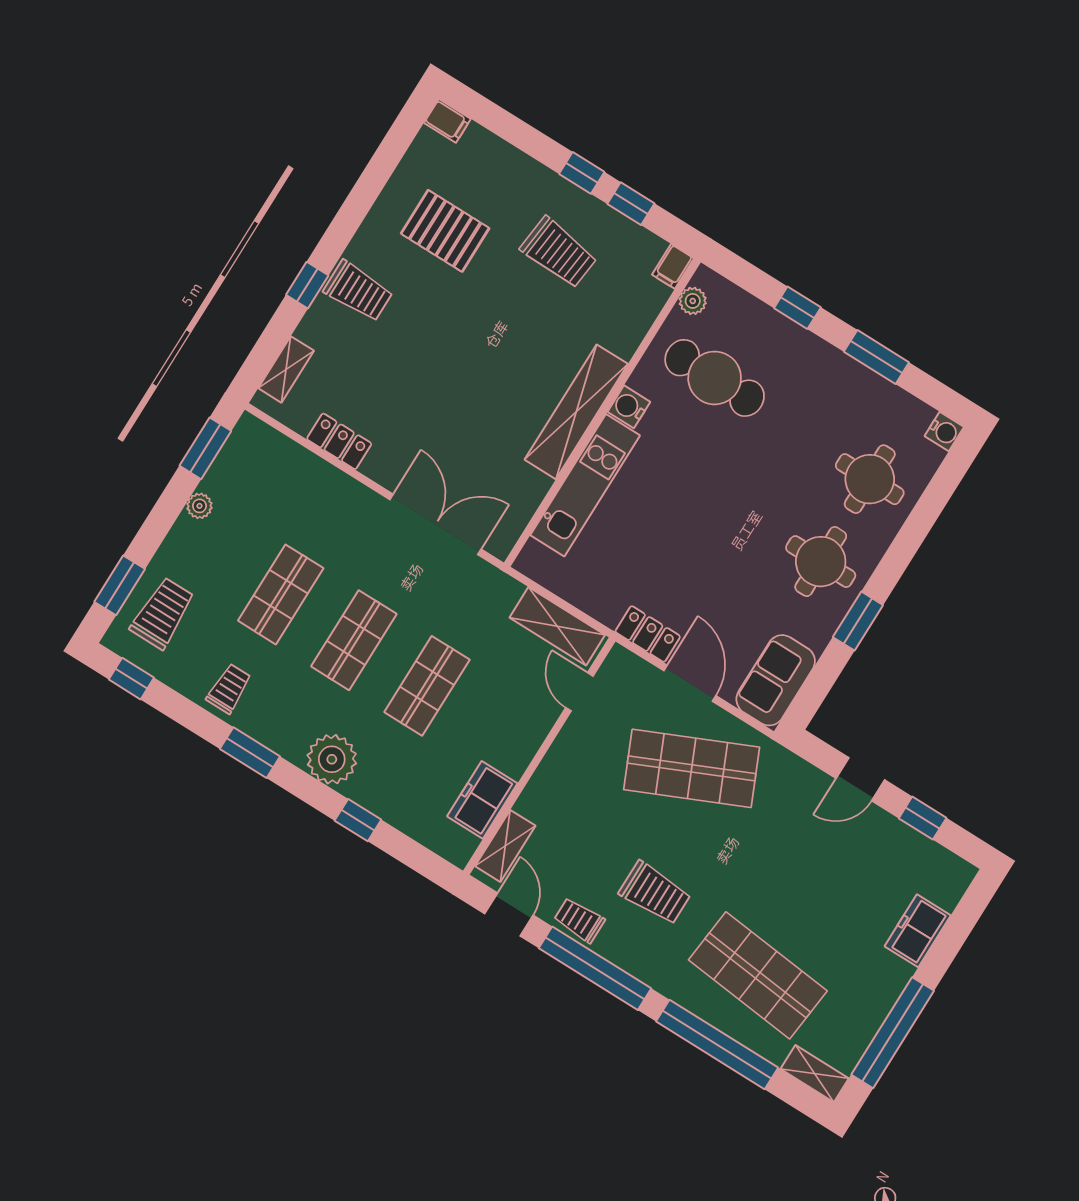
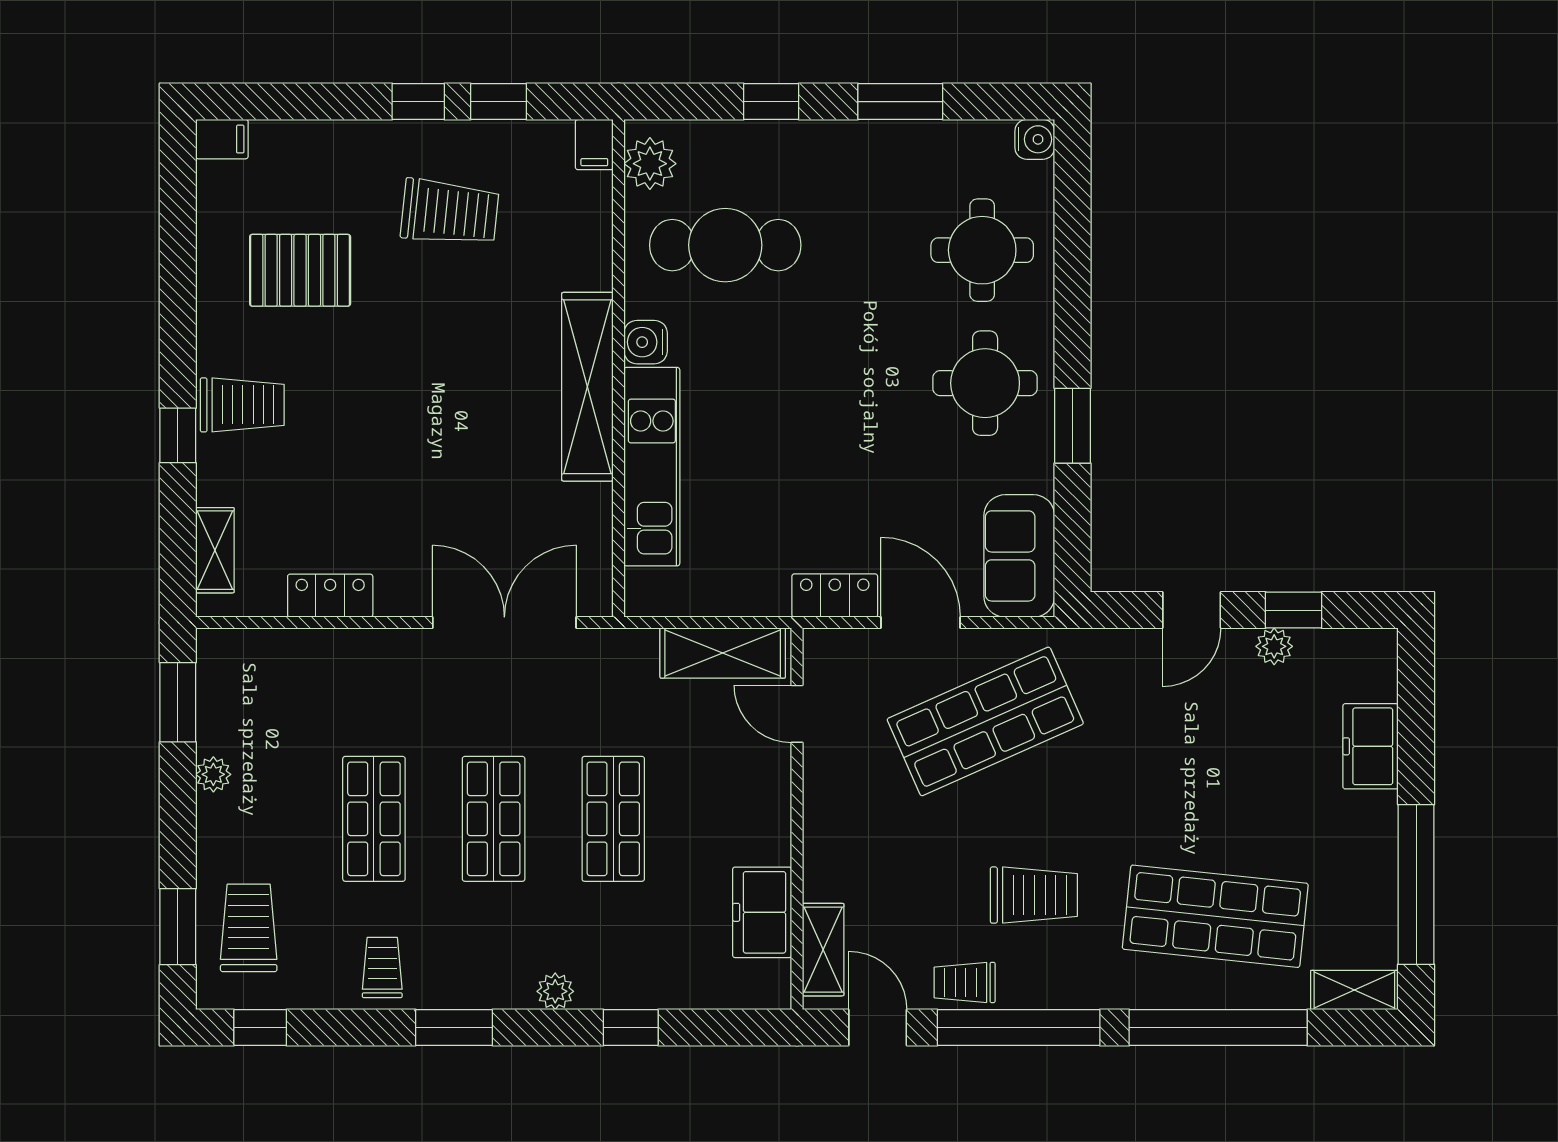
plant: (693, 301) -> (650, 164), width x1.38, depth x1.38
plant: (332, 759) -> (555, 991), width x0.53, depth x0.53
plant: (897, 833) -> (1274, 646), added

